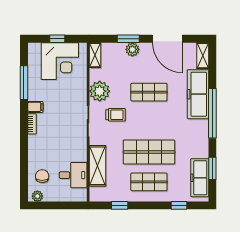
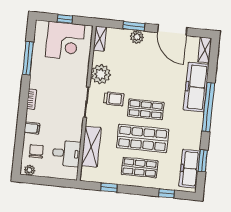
shop shelf: (149, 92) -> (146, 109), moved
filing cabinet: (35, 107) -> (32, 128), moved

